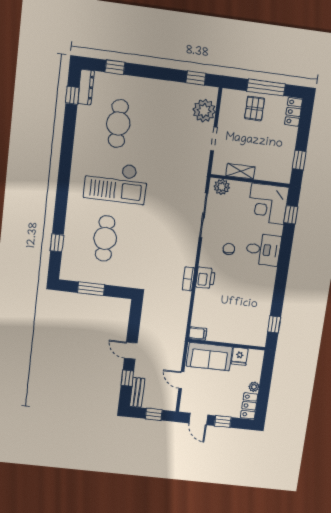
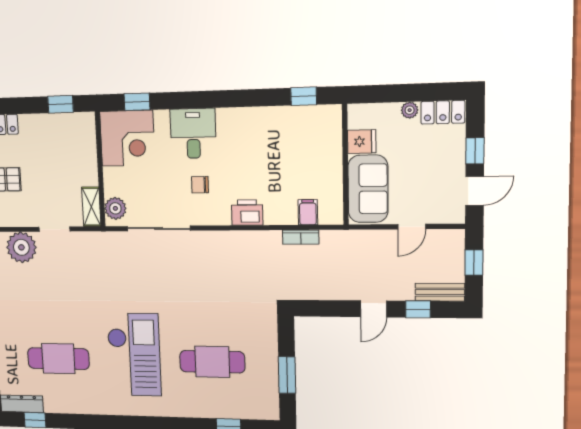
shelving: (240, 171) -> (91, 207), moved
bookcase: (188, 279) -> (301, 237), moved
filing cabinet: (198, 334) -> (308, 212), moved

